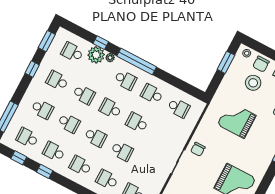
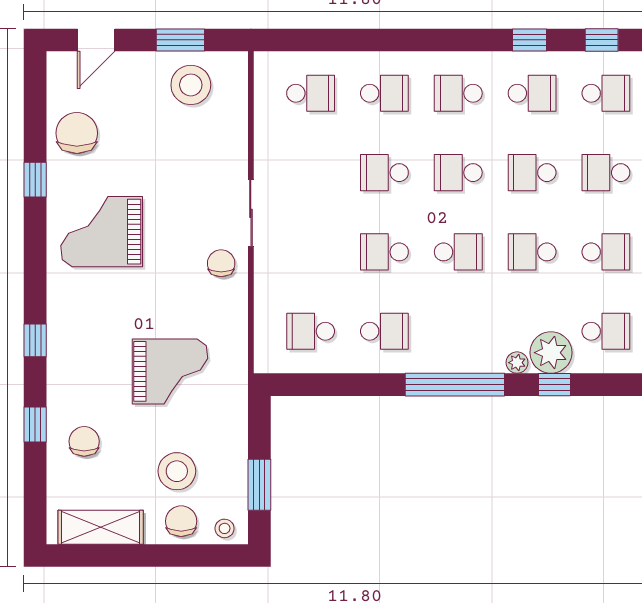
school desk: (125, 80) -> (458, 331), removed
school desk: (137, 122) -> (384, 252), turned 180
school desk: (80, 166) -> (458, 93), turned 180

